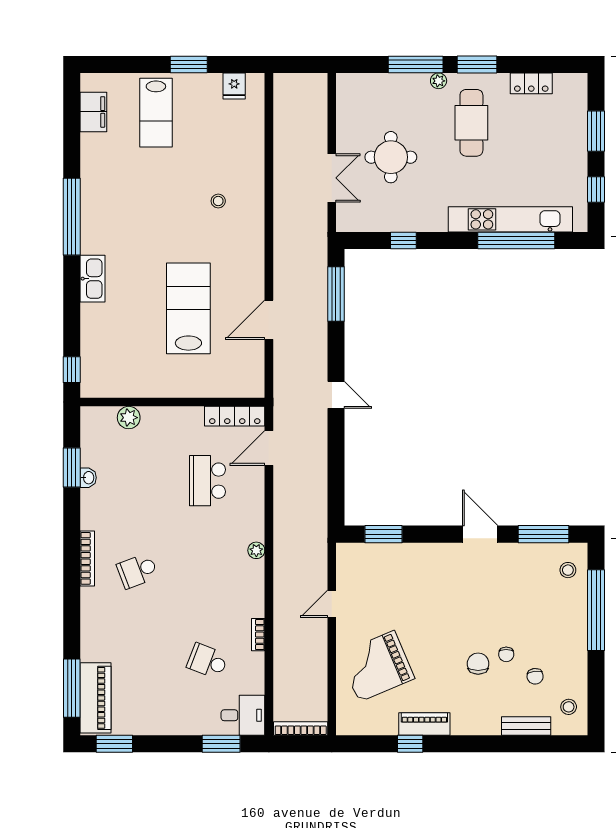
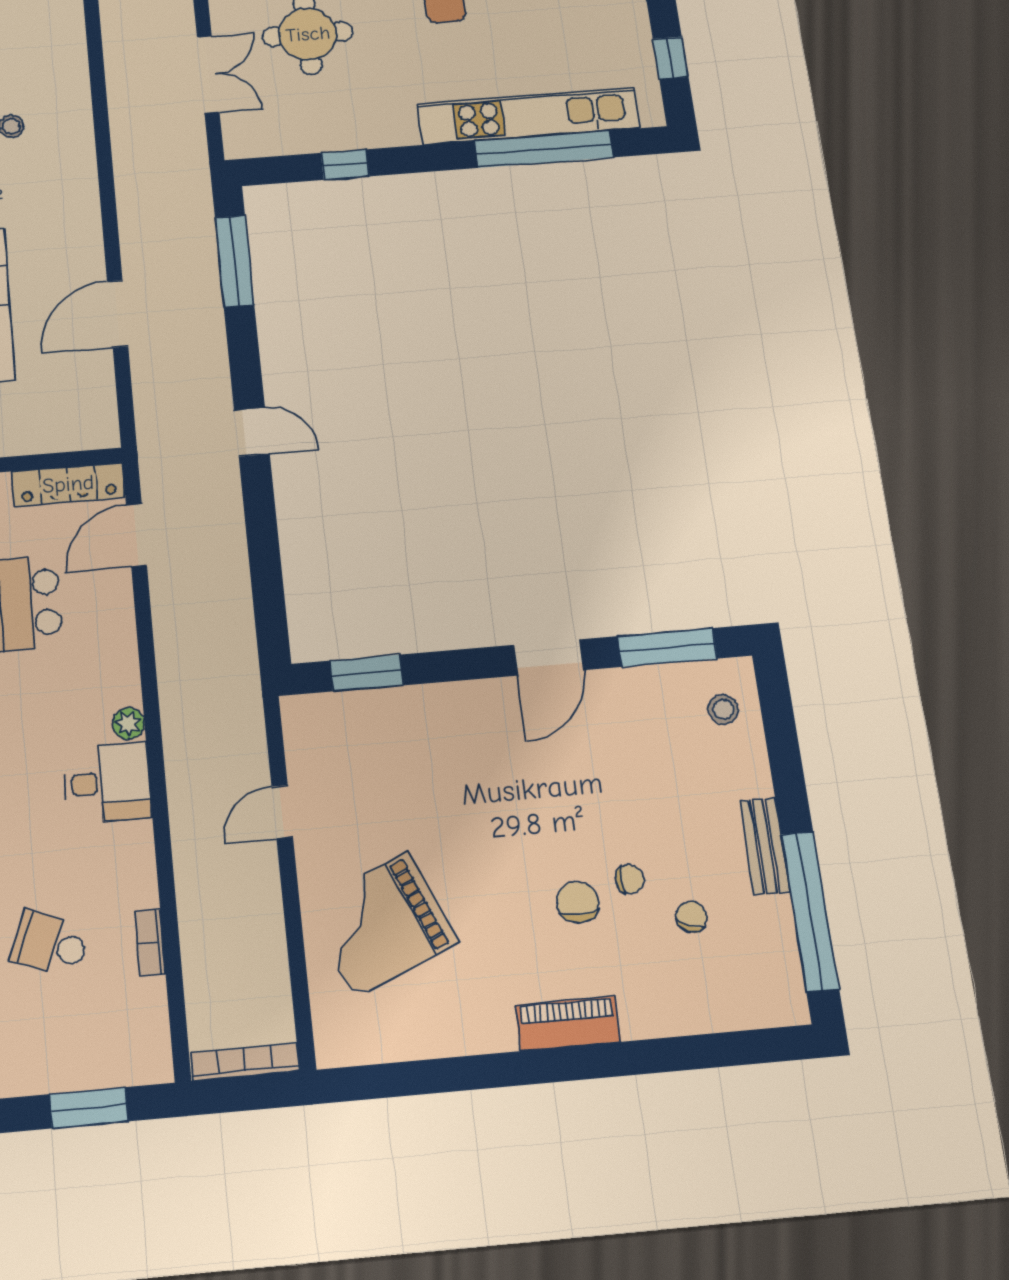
door: (480, 534) -> (549, 657), swing flipped
window: (596, 610) -> (810, 911), moved
bookcase: (258, 635) -> (150, 942), moved
chair: (506, 654) -> (630, 879), turned -90
chair: (535, 676) -> (691, 917), turned -150
stool: (569, 707) -> (766, 971), removed
desk: (243, 715) -> (107, 783), moved
piano: (424, 724) -> (568, 1024), moved
bench: (526, 726) -> (765, 846), moved, turned 90
window: (410, 744) -> (465, 1073), removed

